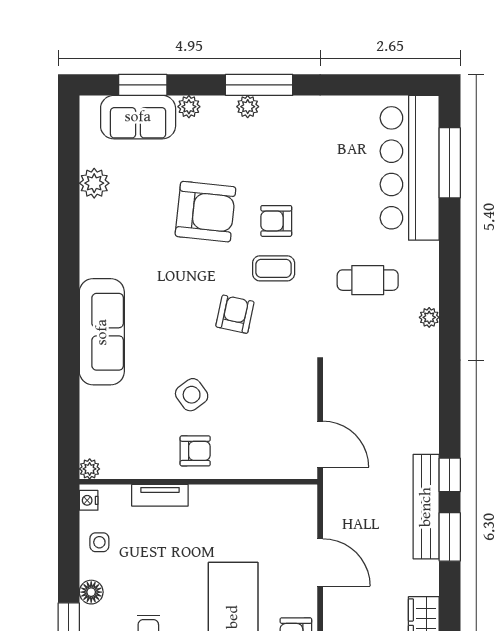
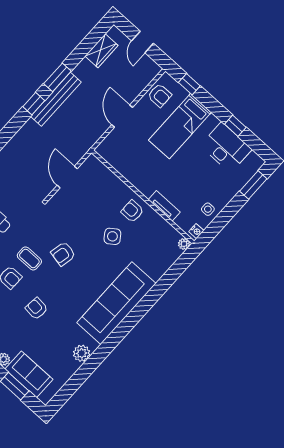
plant: (94, 183) -> (82, 353), moved
armchair: (205, 212) -> (36, 309), width x0.53, depth x0.53
sofa: (102, 332) -> (116, 303), width x1.36, depth x1.27
door: (320, 444) -> (67, 177), moved
floor lamp: (91, 592) -> (230, 191), removed

